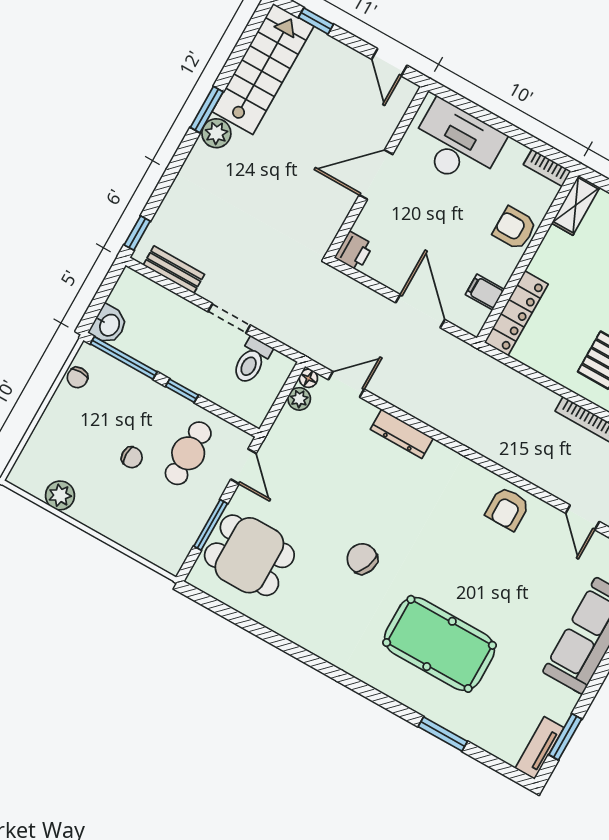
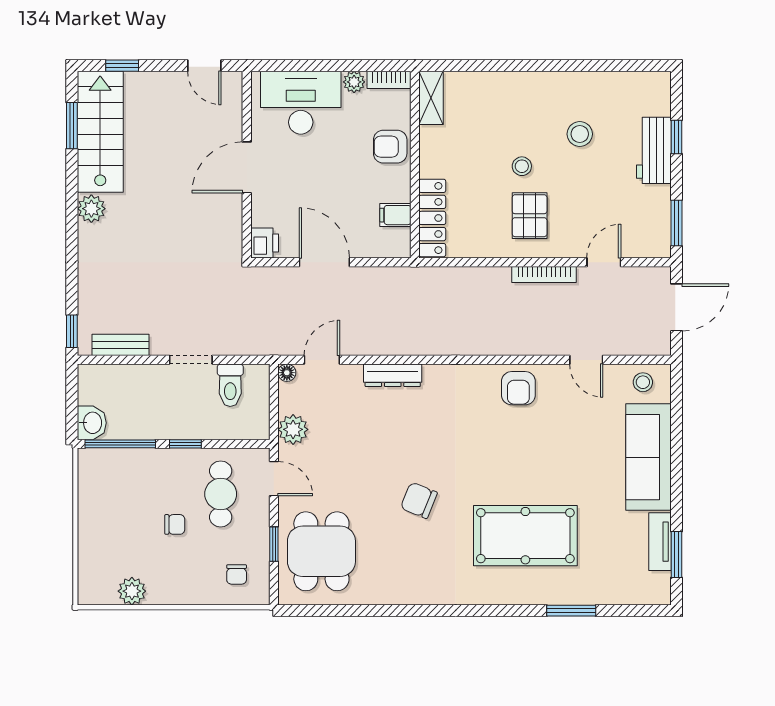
window: (207, 110) -> (72, 126), moved
plant: (515, 152) -> (354, 82), added
door: (420, 311) -> (324, 262), moved
chair: (77, 378) -> (237, 574), moved
plant: (299, 399) -> (293, 429), moved, width x1.38, depth x1.38
window: (211, 525) -> (274, 544), width x0.67
dining table: (249, 555) -> (321, 551), turned 90
tv unit: (539, 748) -> (660, 542), moved

